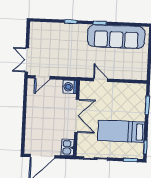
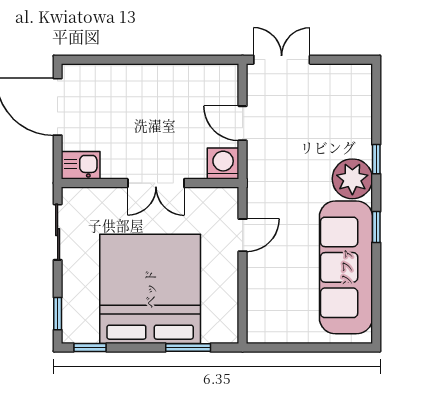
plant: (79, 32) -> (352, 179), added
door: (42, 77) -> (243, 123), moved
double door: (77, 116) -> (156, 183), width x0.73
bed: (121, 131) -> (150, 289), width x2.04

